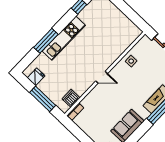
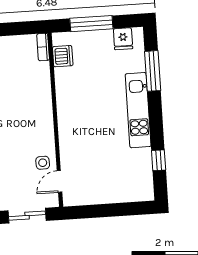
window: (46, 41) -> (153, 71), moved
door: (102, 77) -> (59, 181), moved

